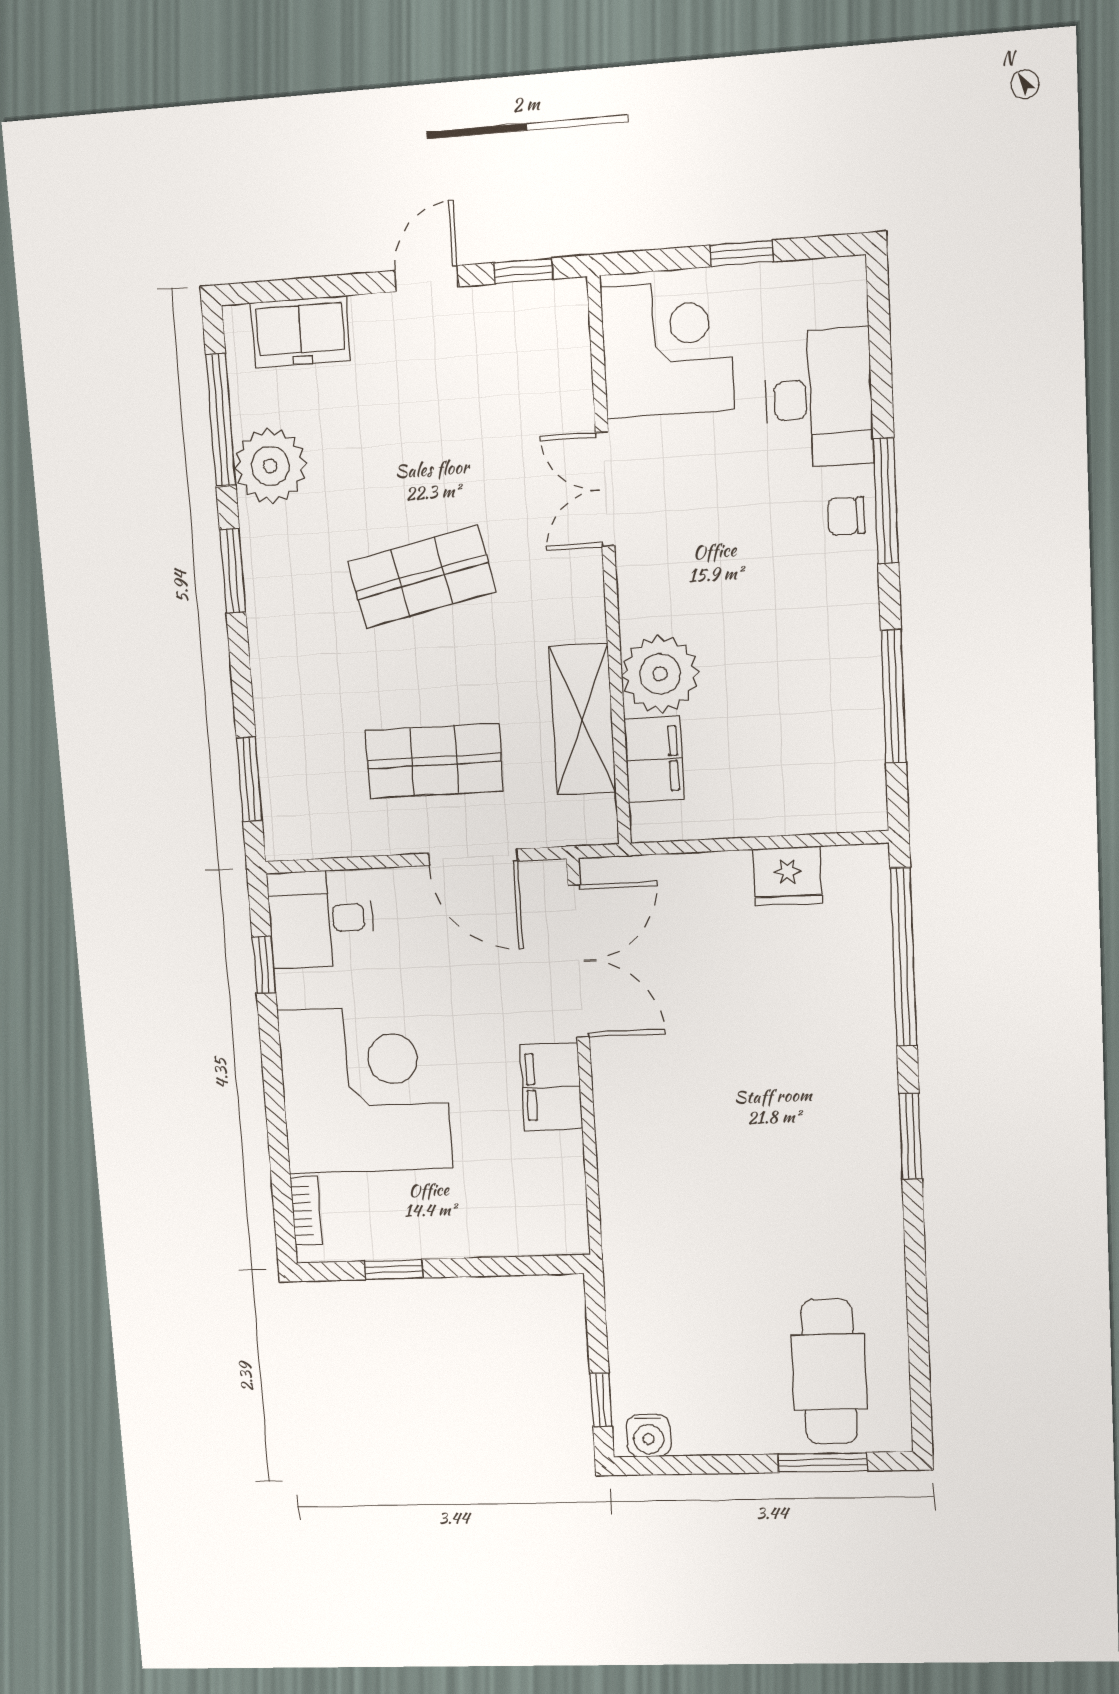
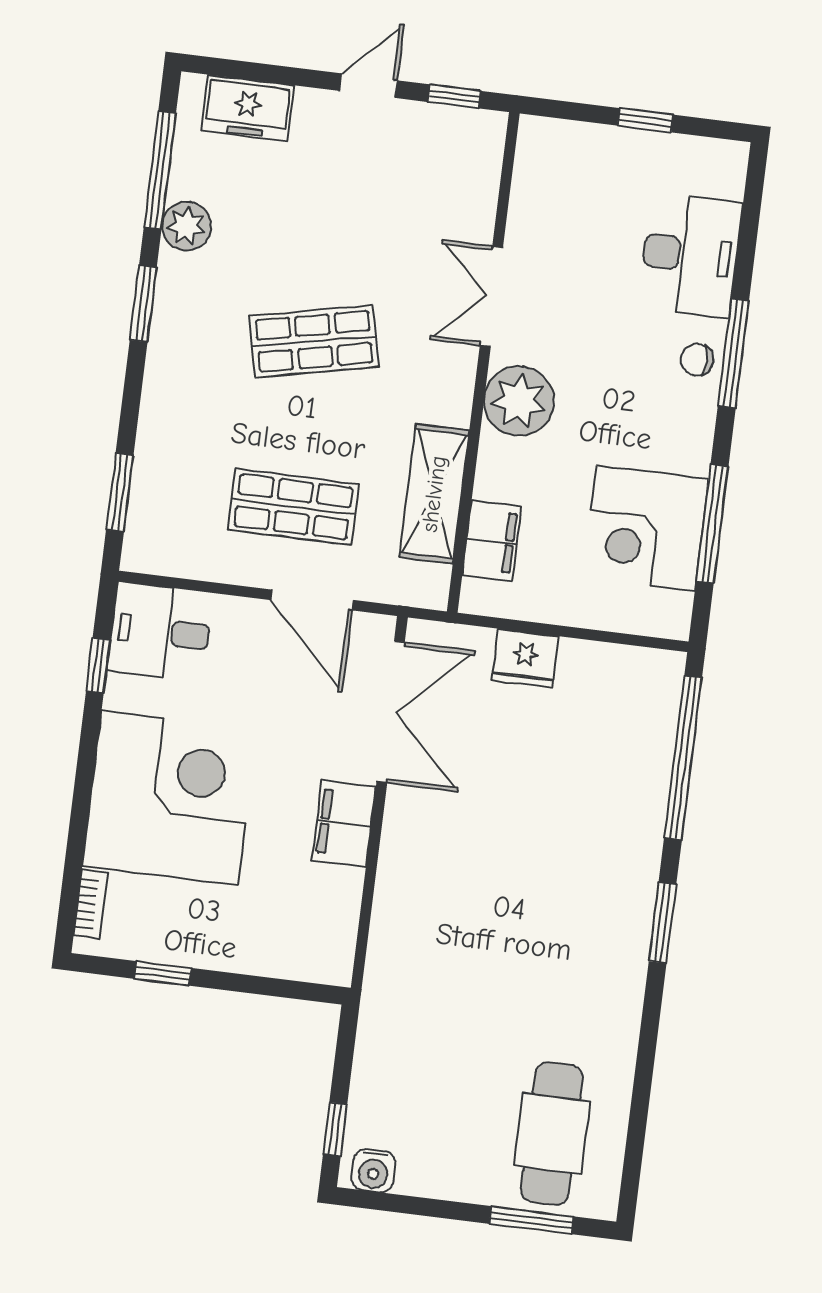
corner desk: (667, 348) -> (646, 528), moved, turned 180
plant: (270, 466) -> (187, 226), width x0.73, depth x0.73
plant: (660, 674) -> (519, 401), moved
fridge: (788, 876) -> (525, 658), moved

